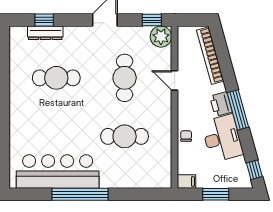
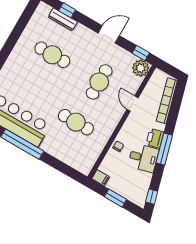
desk: (222, 138) -> (143, 158), width x0.73

